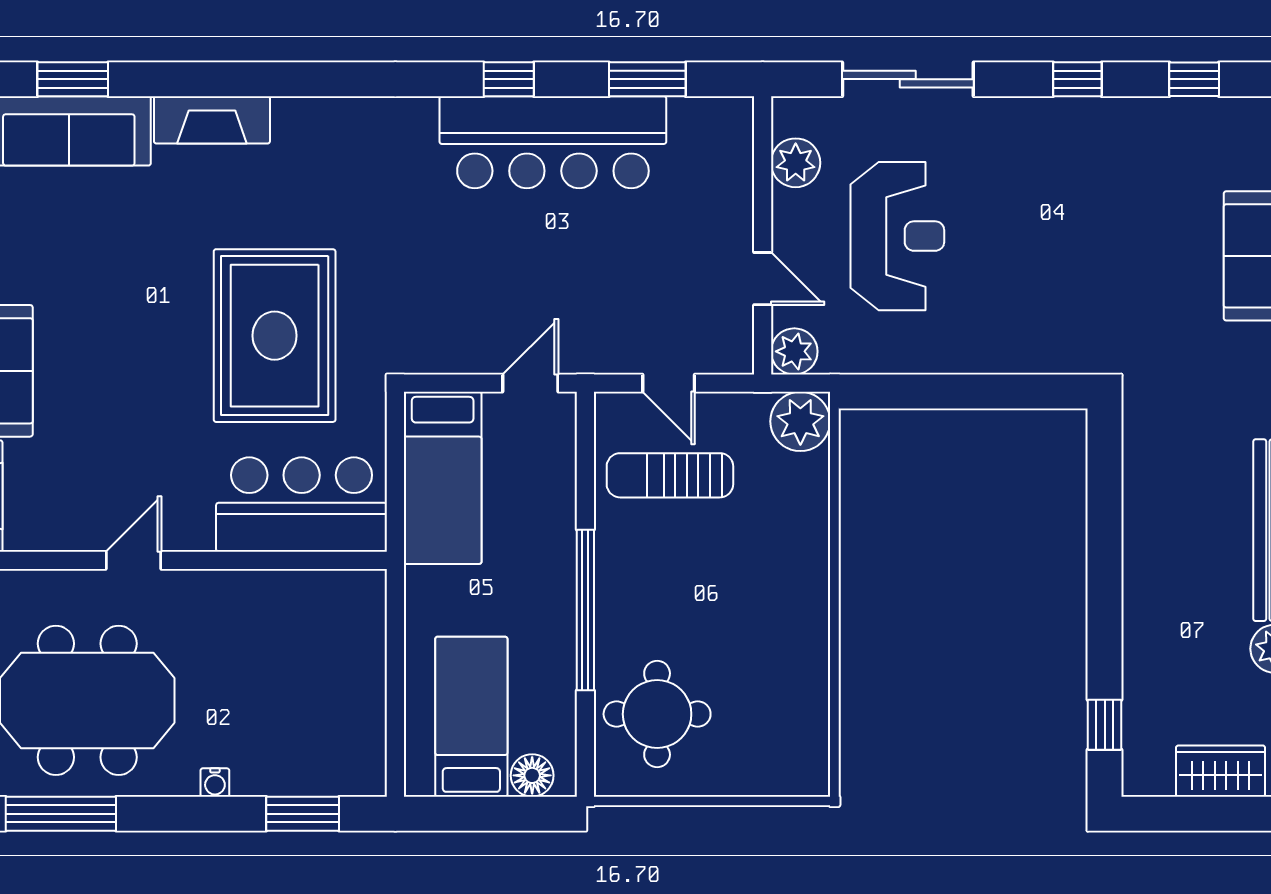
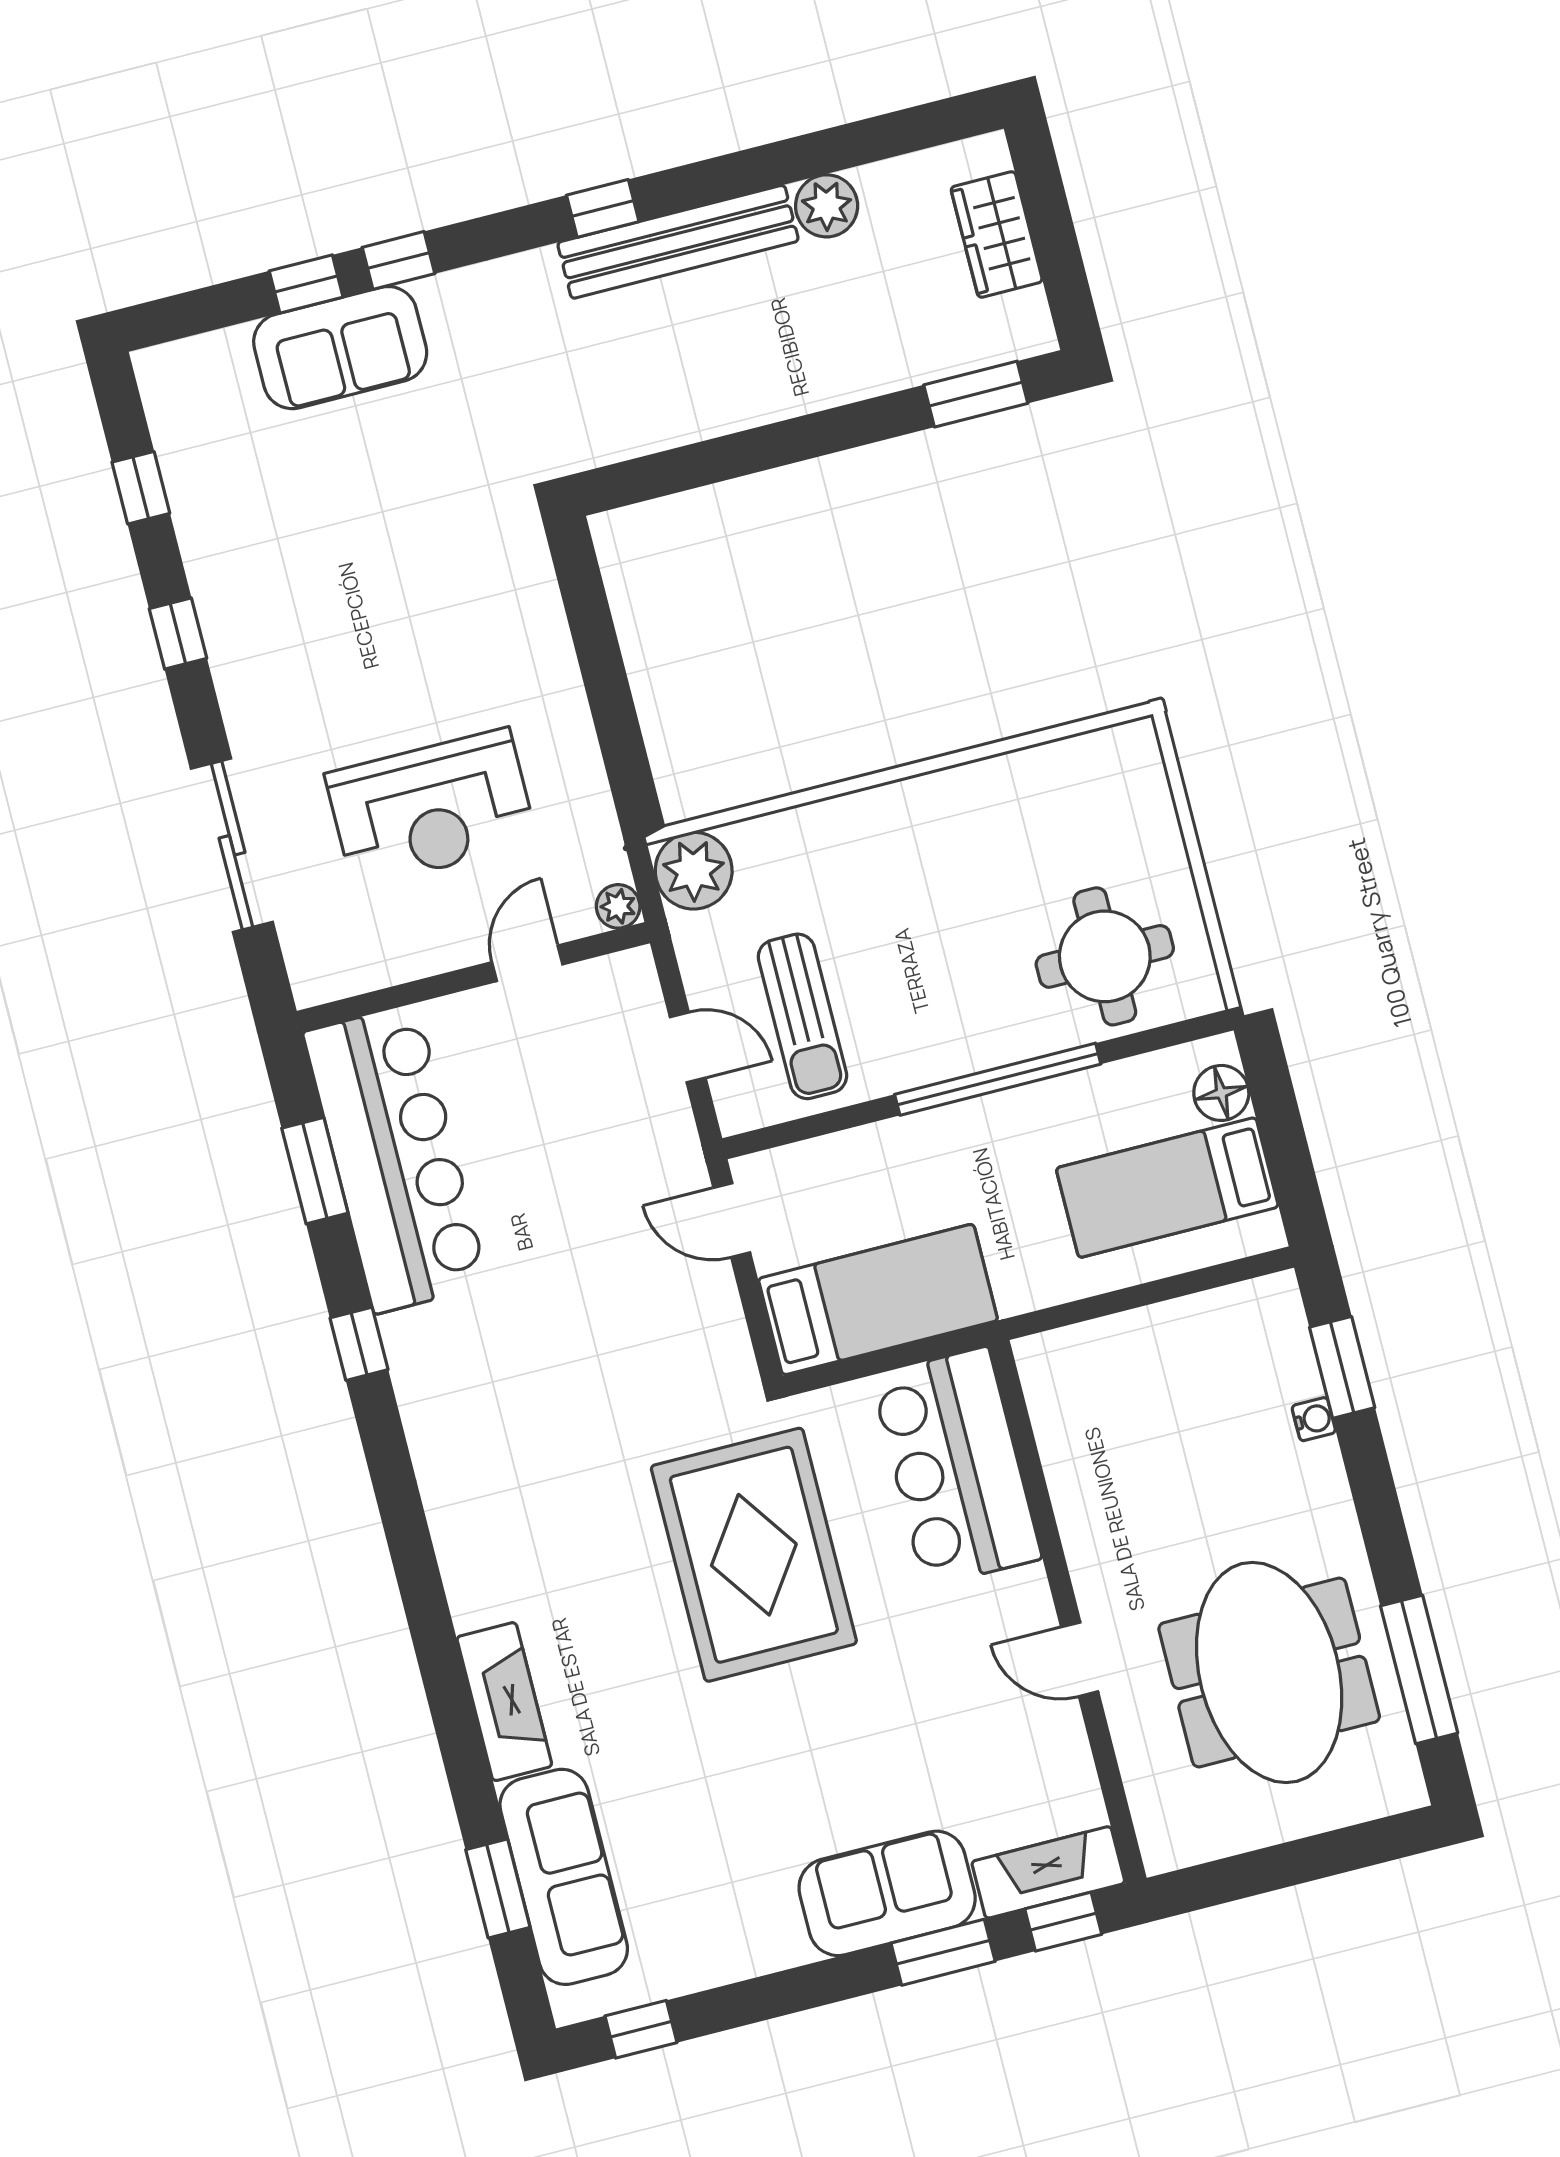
bar counter: (553, 142) -> (396, 1159), moved
plant: (796, 163) -> (372, 959), removed
reception desk: (897, 236) -> (431, 808), turned 180
rug: (275, 336) -> (754, 1555), turned 90
plant: (794, 351) -> (618, 906), width x0.73, depth x0.73
door: (669, 383) -> (688, 1047), hinge flipped
window: (1105, 725) -> (976, 394), width x1.50
water cooler: (215, 782) -> (1314, 1419), moved

